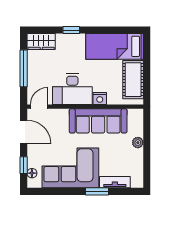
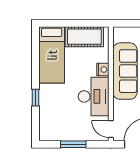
wardrobe: (41, 42) -> (47, 127), removed
window: (24, 68) -> (73, 144), width x0.69

